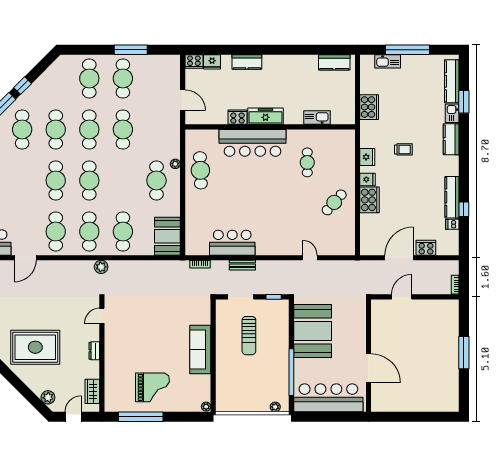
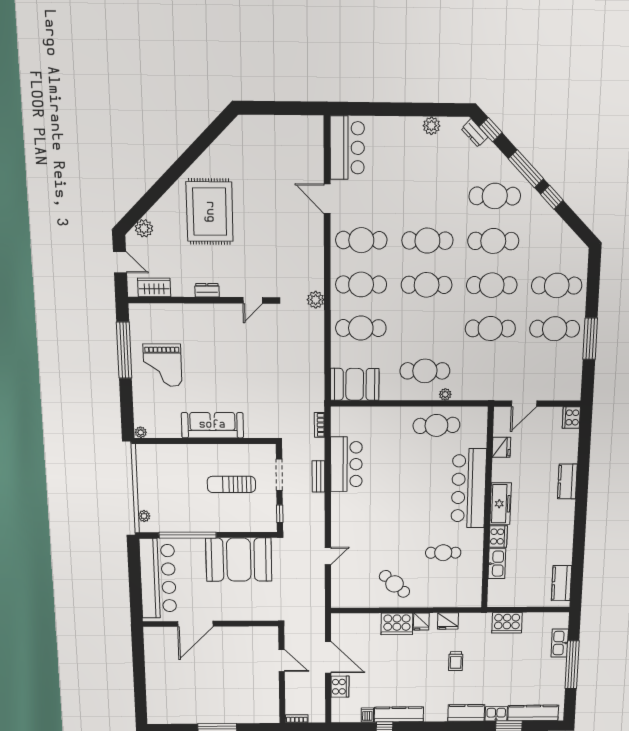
fridge: (212, 62) -> (501, 447), moved, turned 180
cooker: (237, 117) -> (498, 537), moved
door: (102, 316) -> (253, 300), swing flipped

